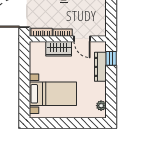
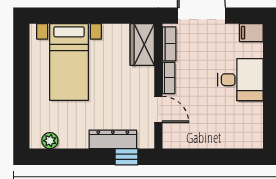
door: (82, 39) -> (158, 110), swing flipped
wardrobe: (59, 49) -> (142, 45), moved

